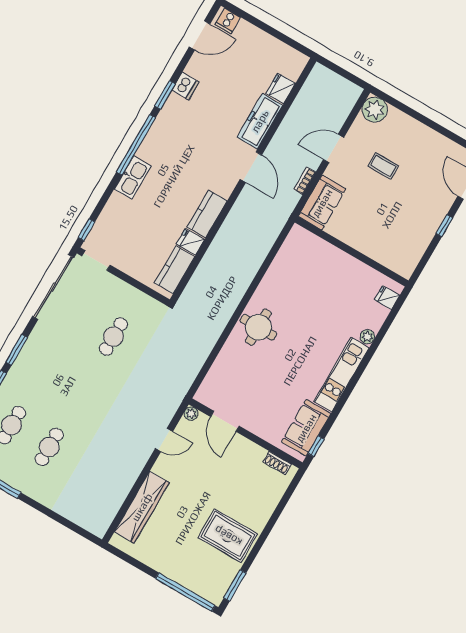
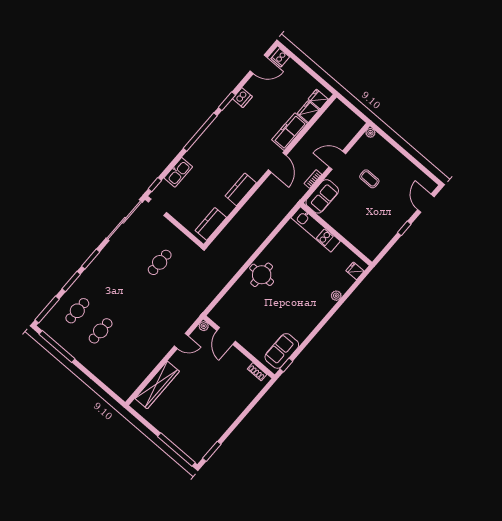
plant: (375, 110) -> (370, 133), width x0.53, depth x0.53
kitchen sink: (133, 178) -> (178, 172), moved
fridge: (191, 242) -> (318, 99), moved
kitchen unit: (341, 375) -> (316, 229), moved, turned -90
rug: (228, 536) -> (213, 416), removed

